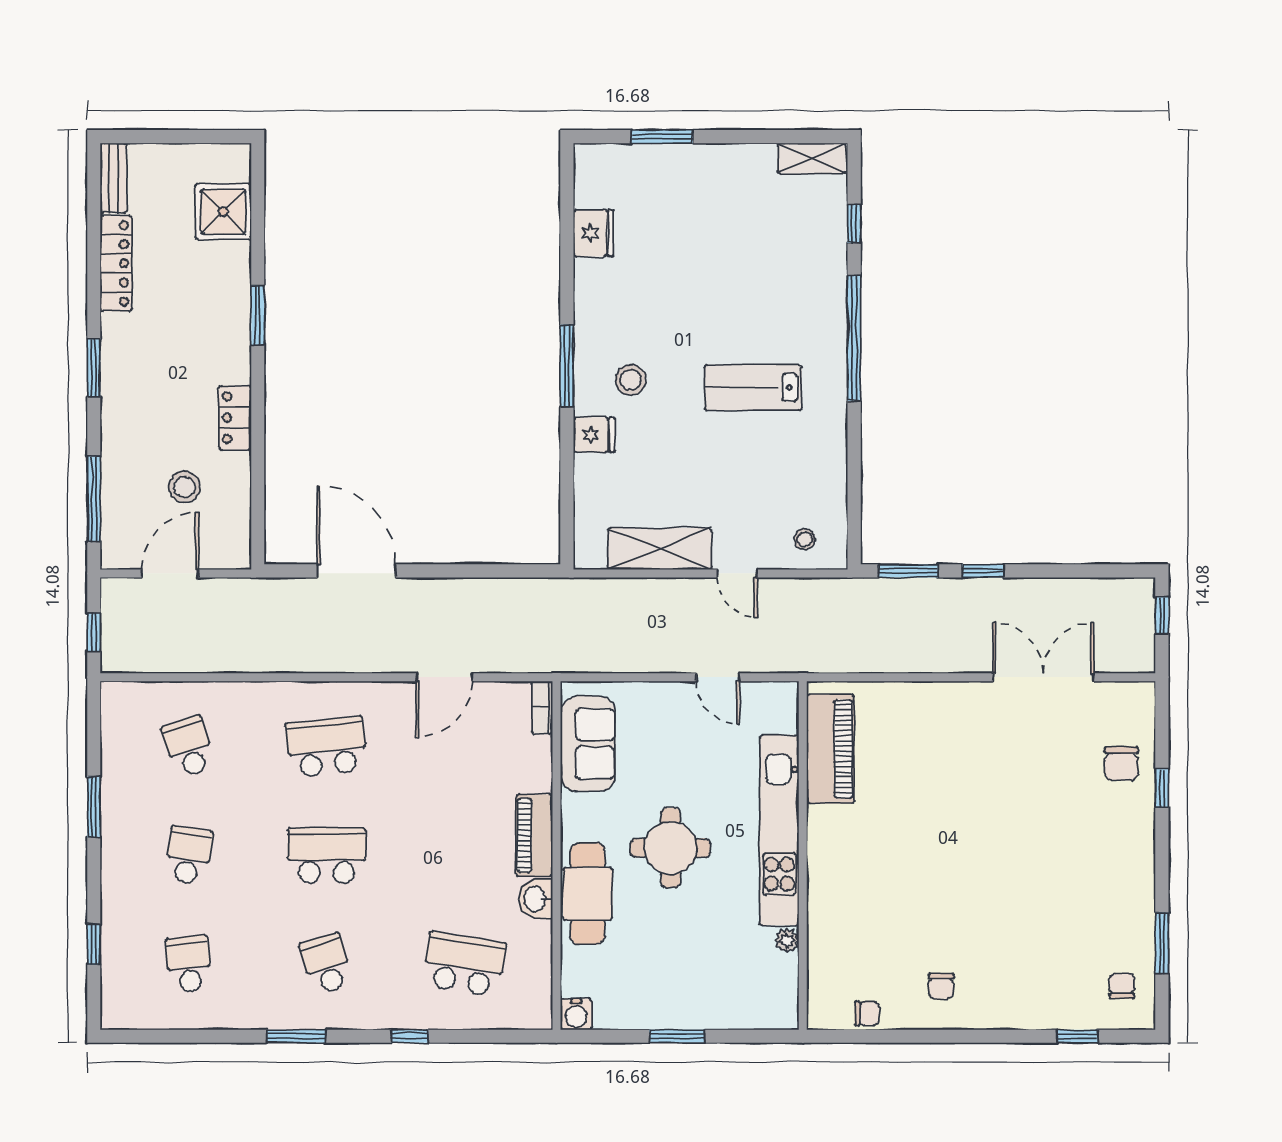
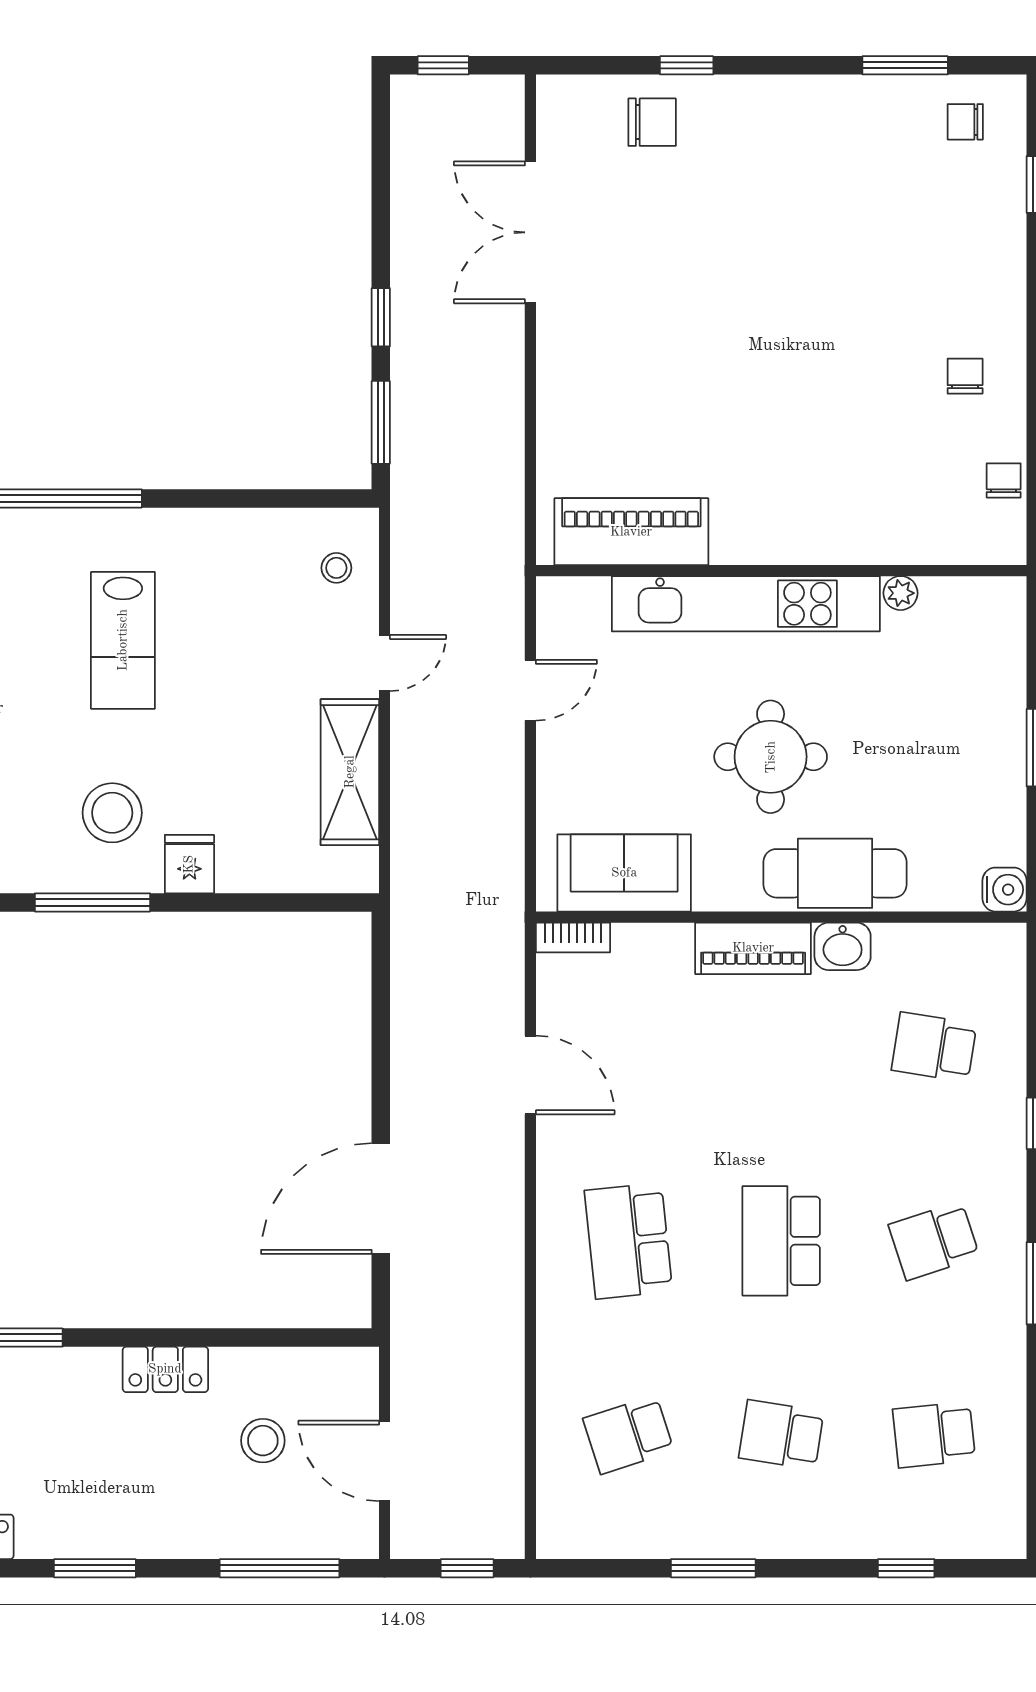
stool: (631, 380) -> (112, 813), width x1.38, depth x1.38
school desk: (464, 964) -> (934, 1047), width x0.54
chair: (941, 986) -> (965, 376), turned -90

